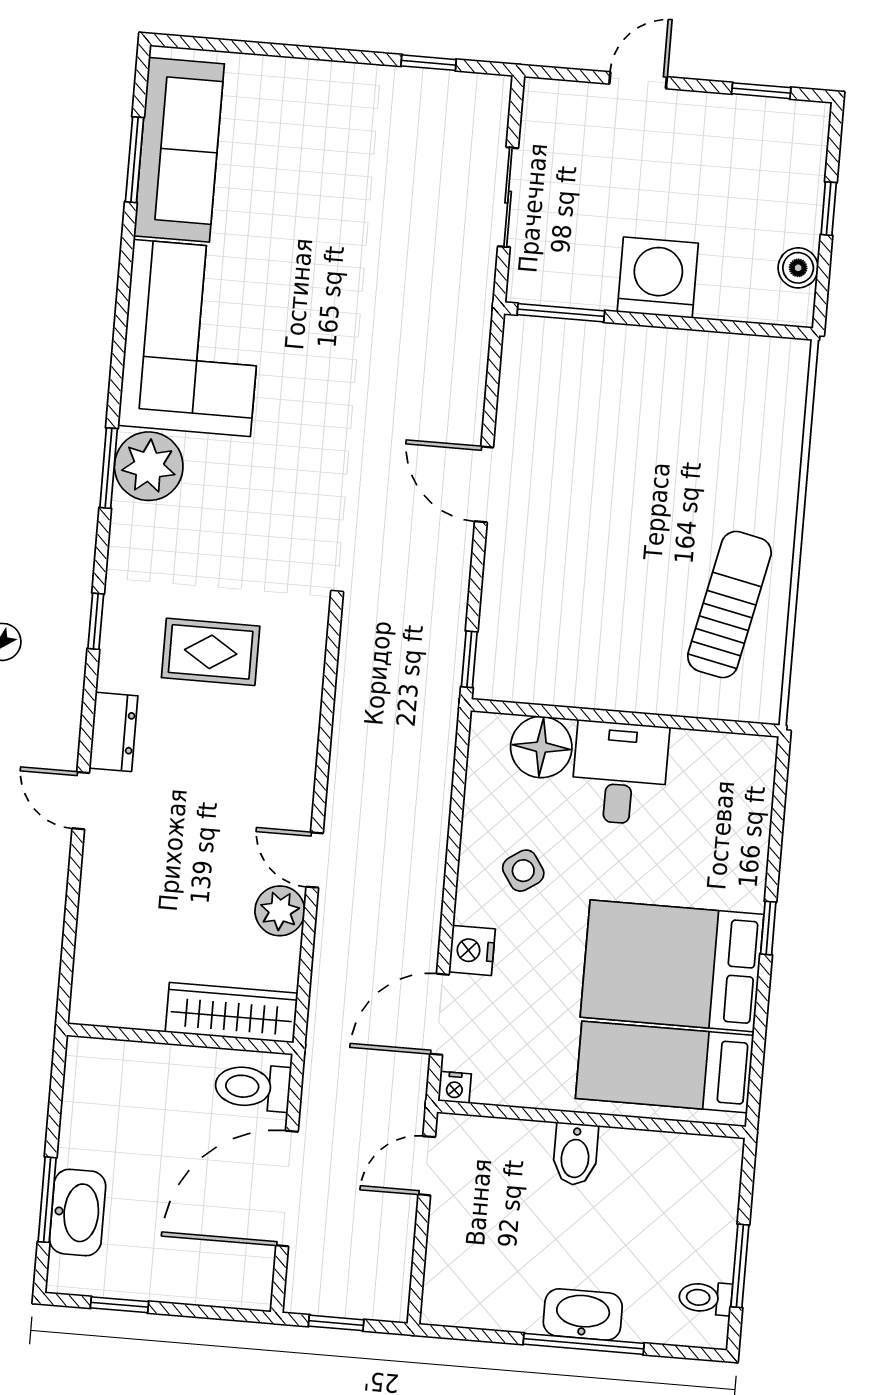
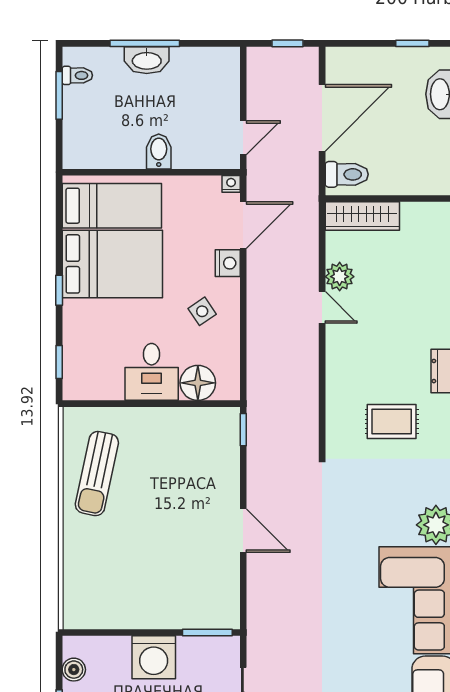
window: (779, 804) -> (59, 362), added

